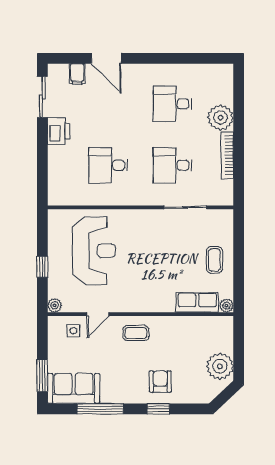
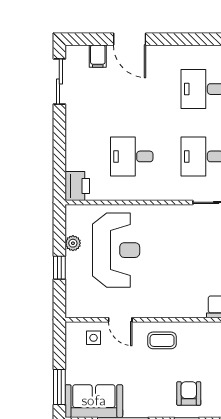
printer: (59, 131) -> (77, 186), moved
plant: (55, 305) -> (73, 243), moved
door: (98, 314) -> (120, 320), hinge flipped

